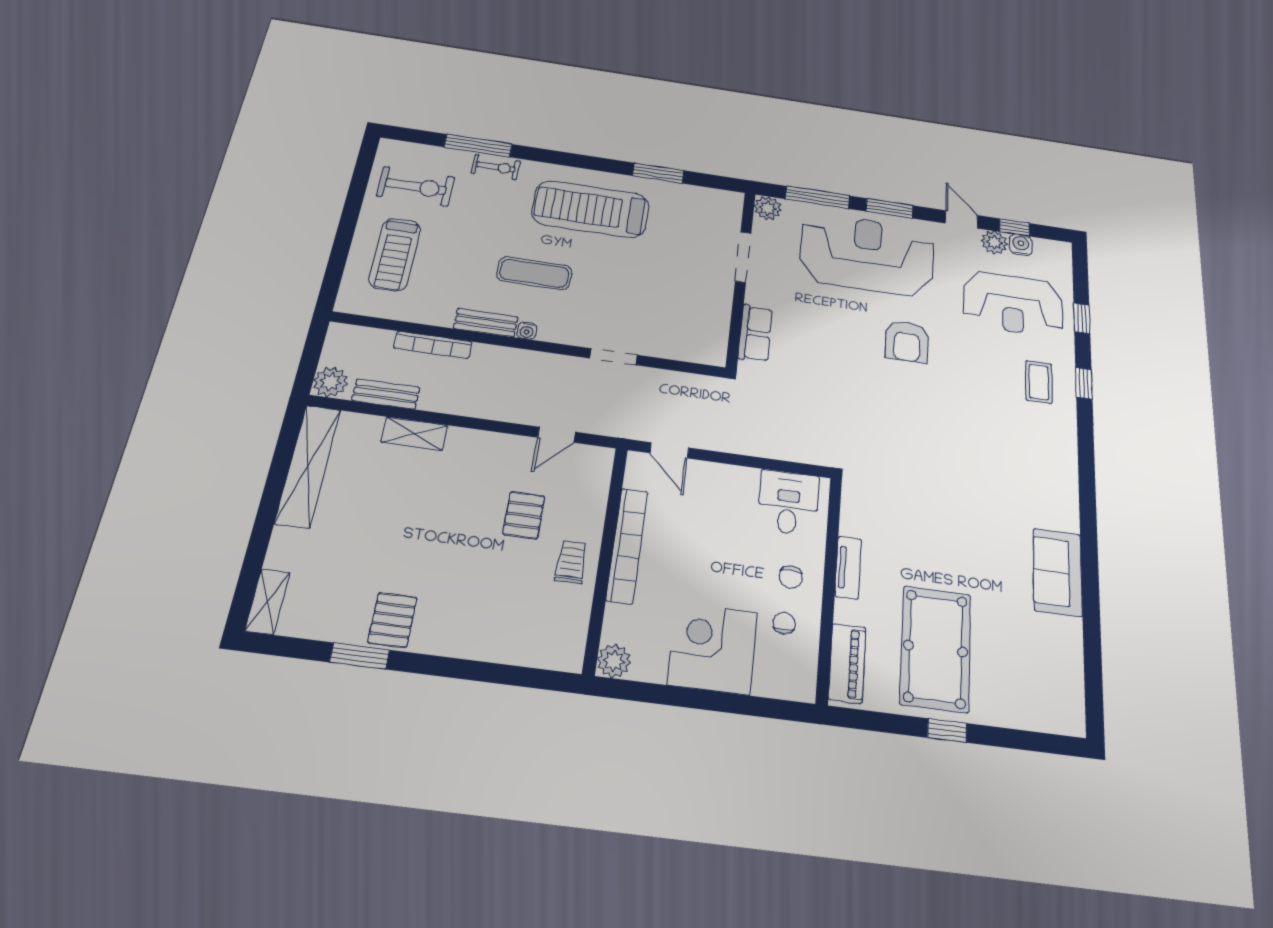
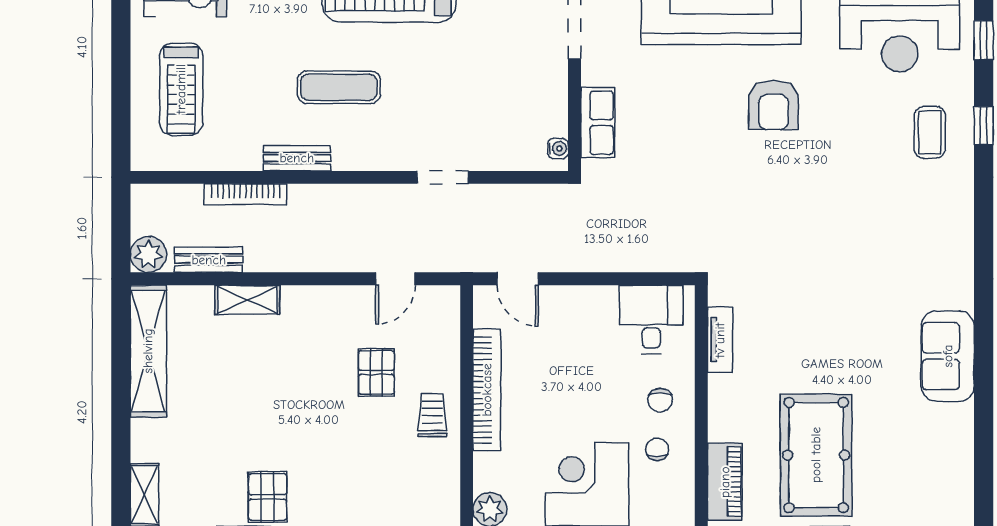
water cooler: (527, 331) -> (558, 148), moved, turned -90
tv unit: (848, 568) -> (720, 340), moved

